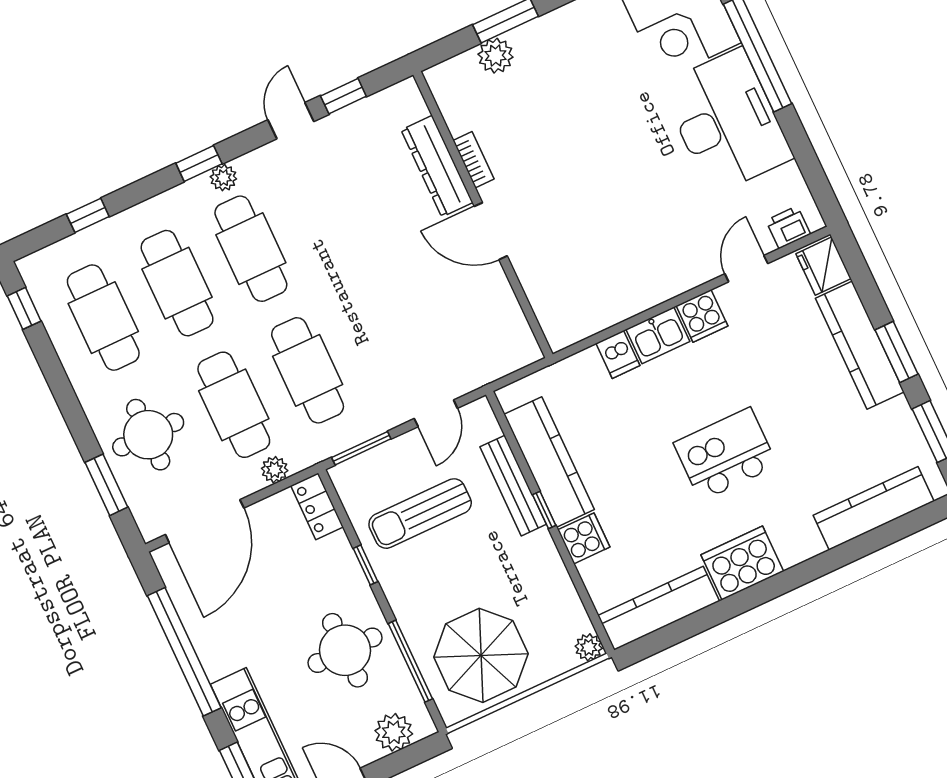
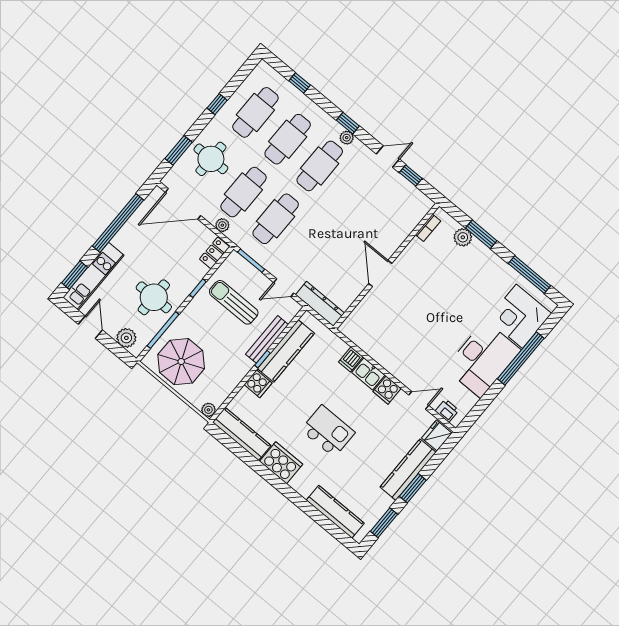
bookcase: (473, 160) -> (428, 228), moved
dresser: (437, 166) -> (320, 304), moved, turned 90
window: (24, 308) -> (217, 104), moved

